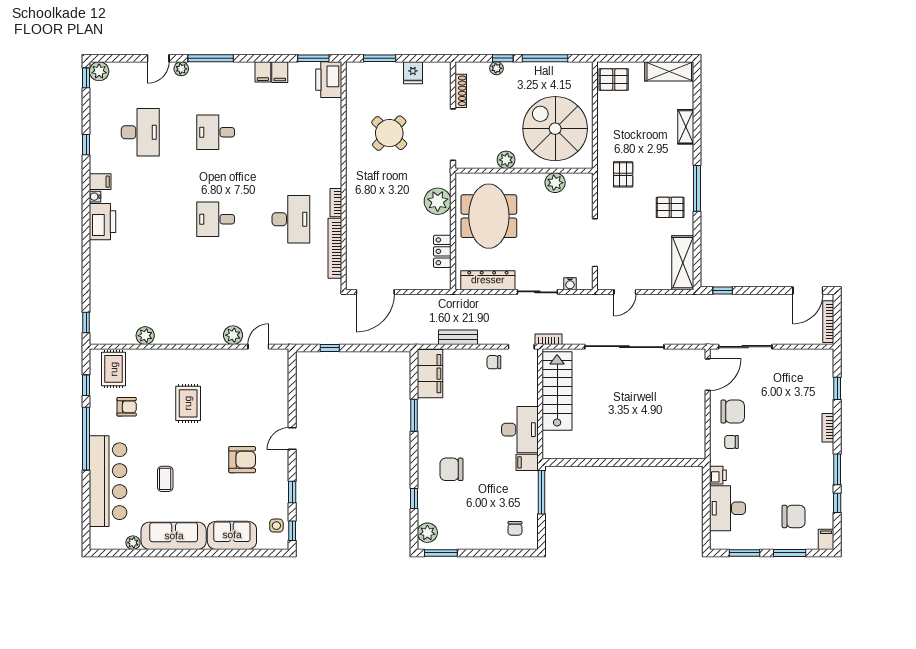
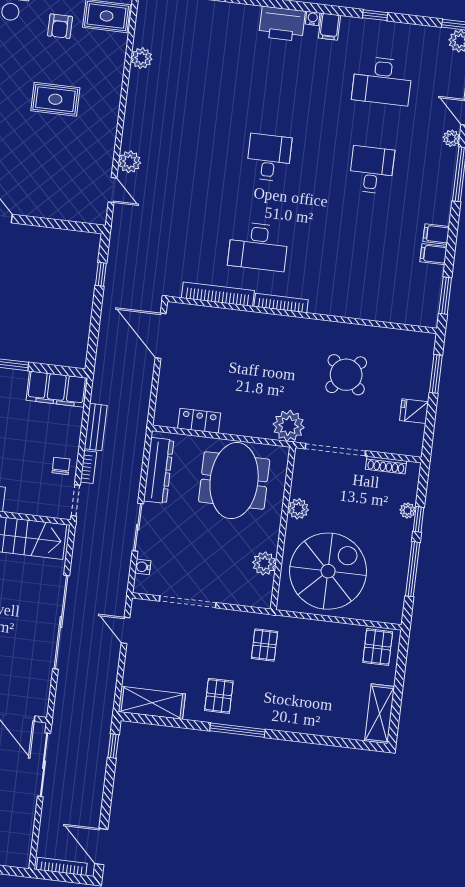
printer: (329, 80) -> (418, 311), removed
shelving: (686, 127) -> (312, 726), removed
pallet: (623, 174) -> (265, 645), turned 90
plant: (438, 201) -> (289, 426), moved
bookcase: (336, 203) -> (281, 303), width x1.56
meeting table: (489, 216) -> (234, 481), turned 90
bookcase: (548, 339) -> (88, 467), moved

